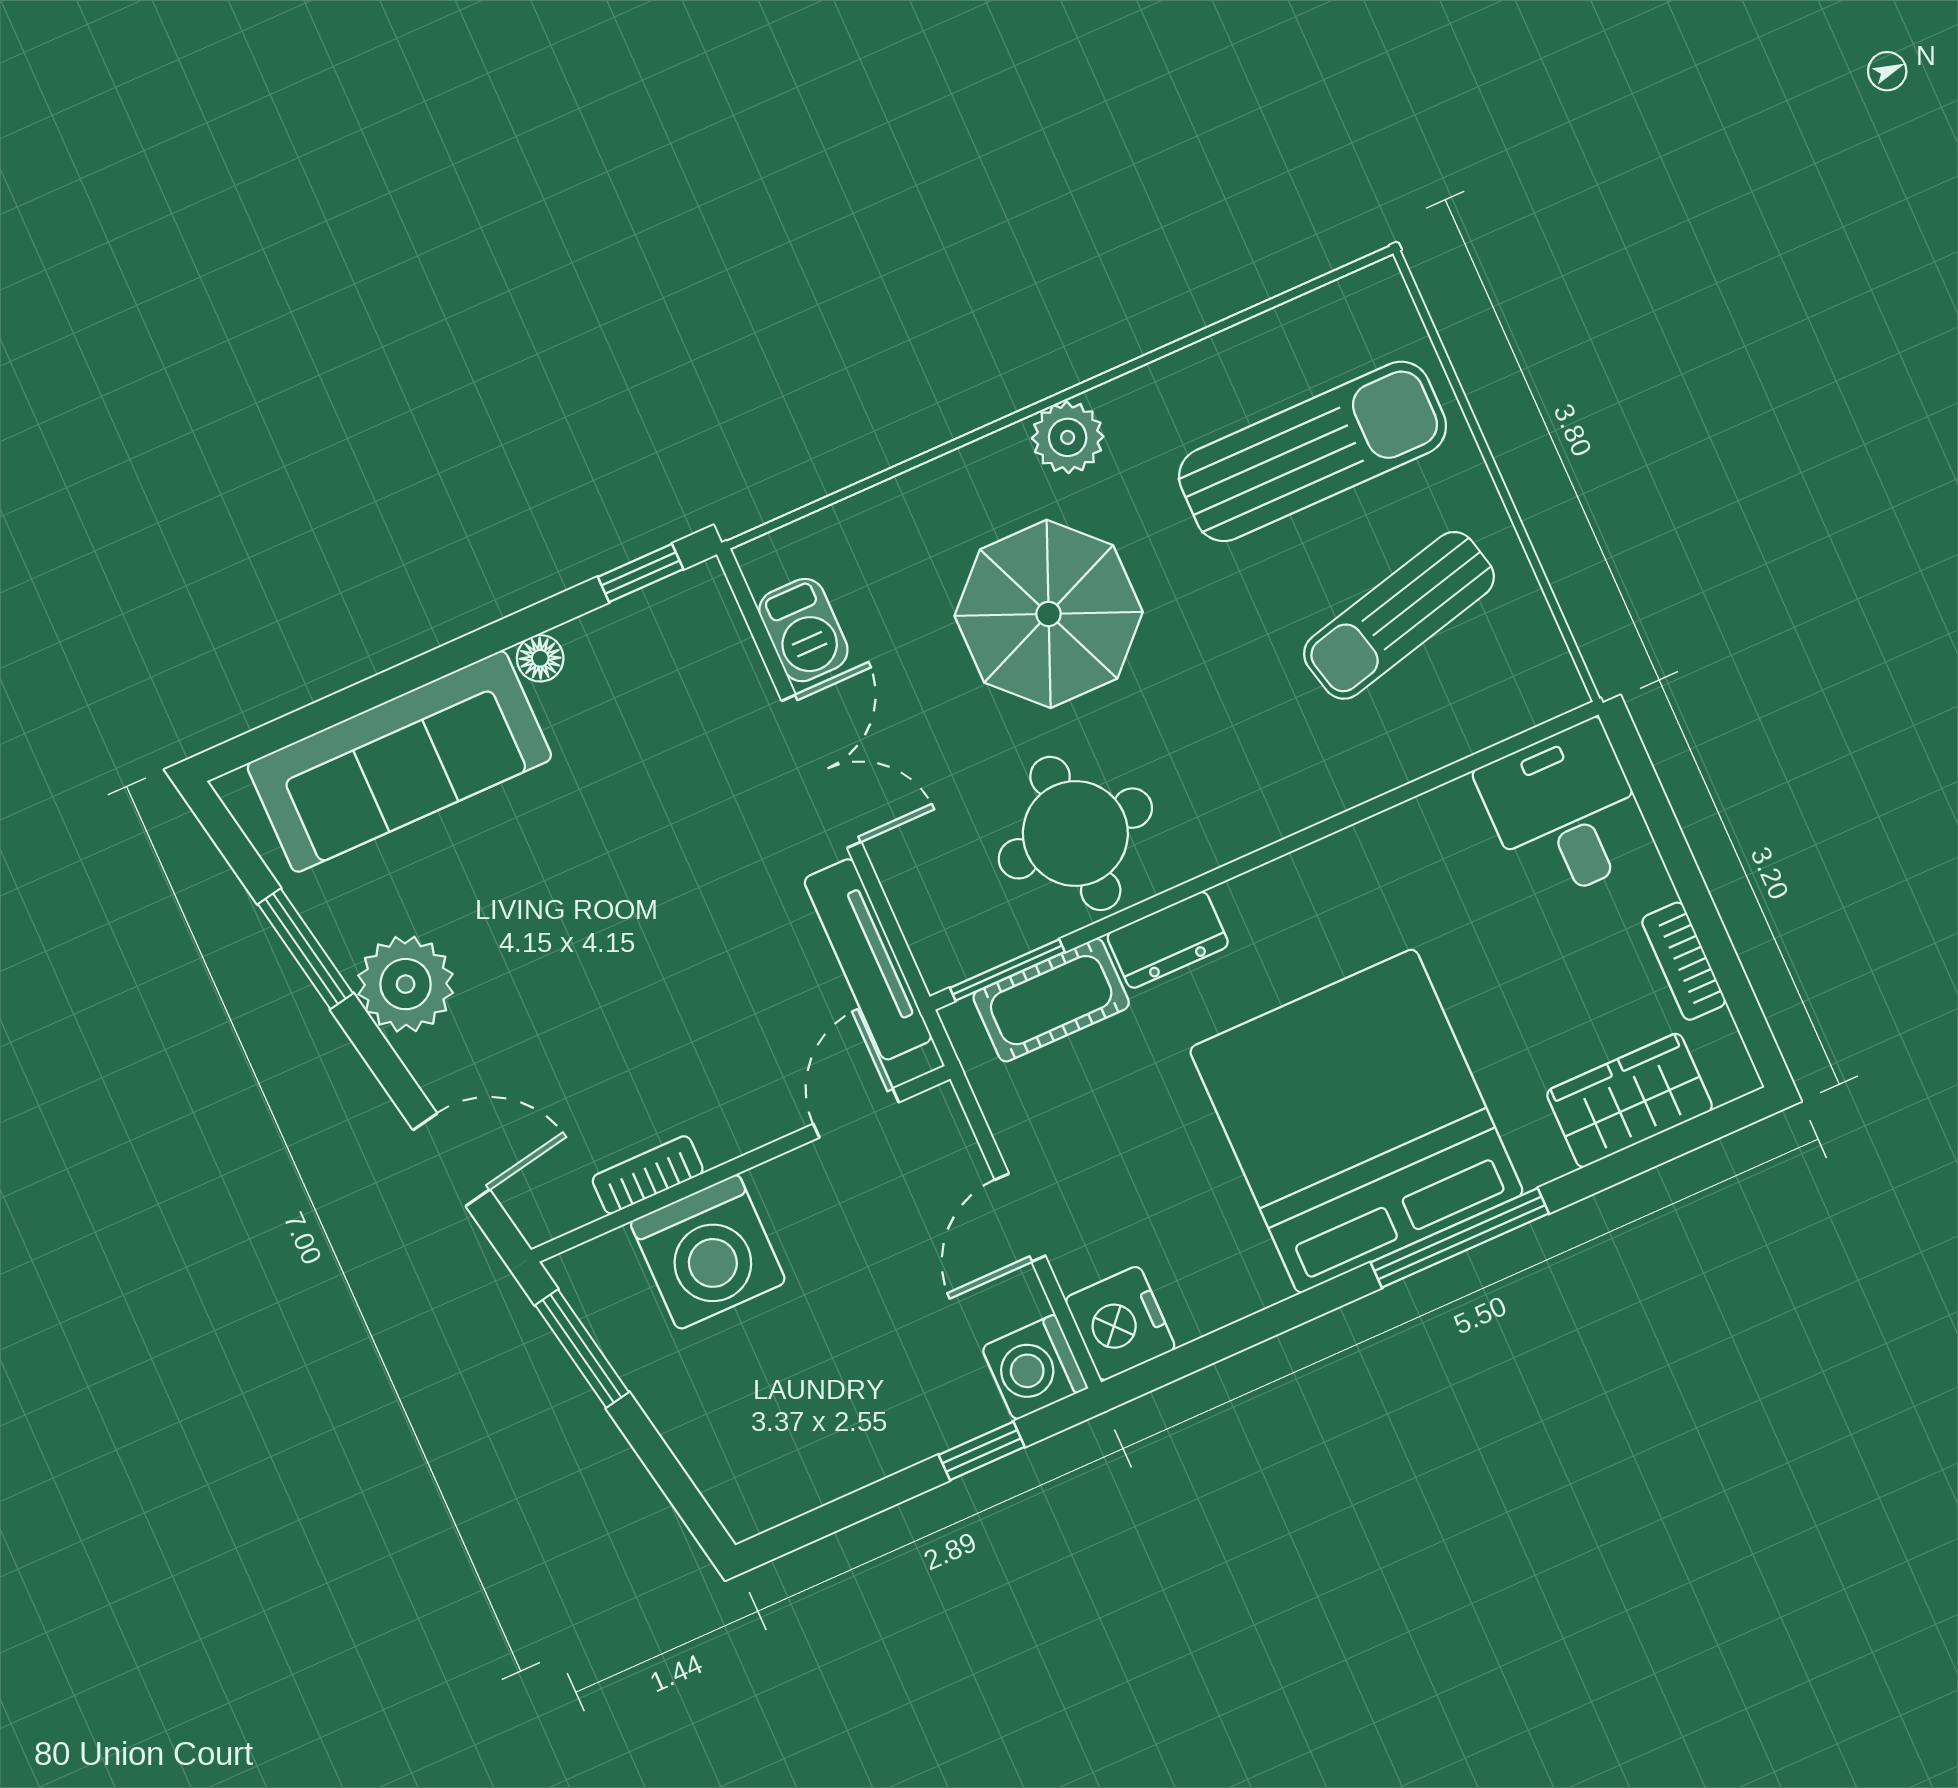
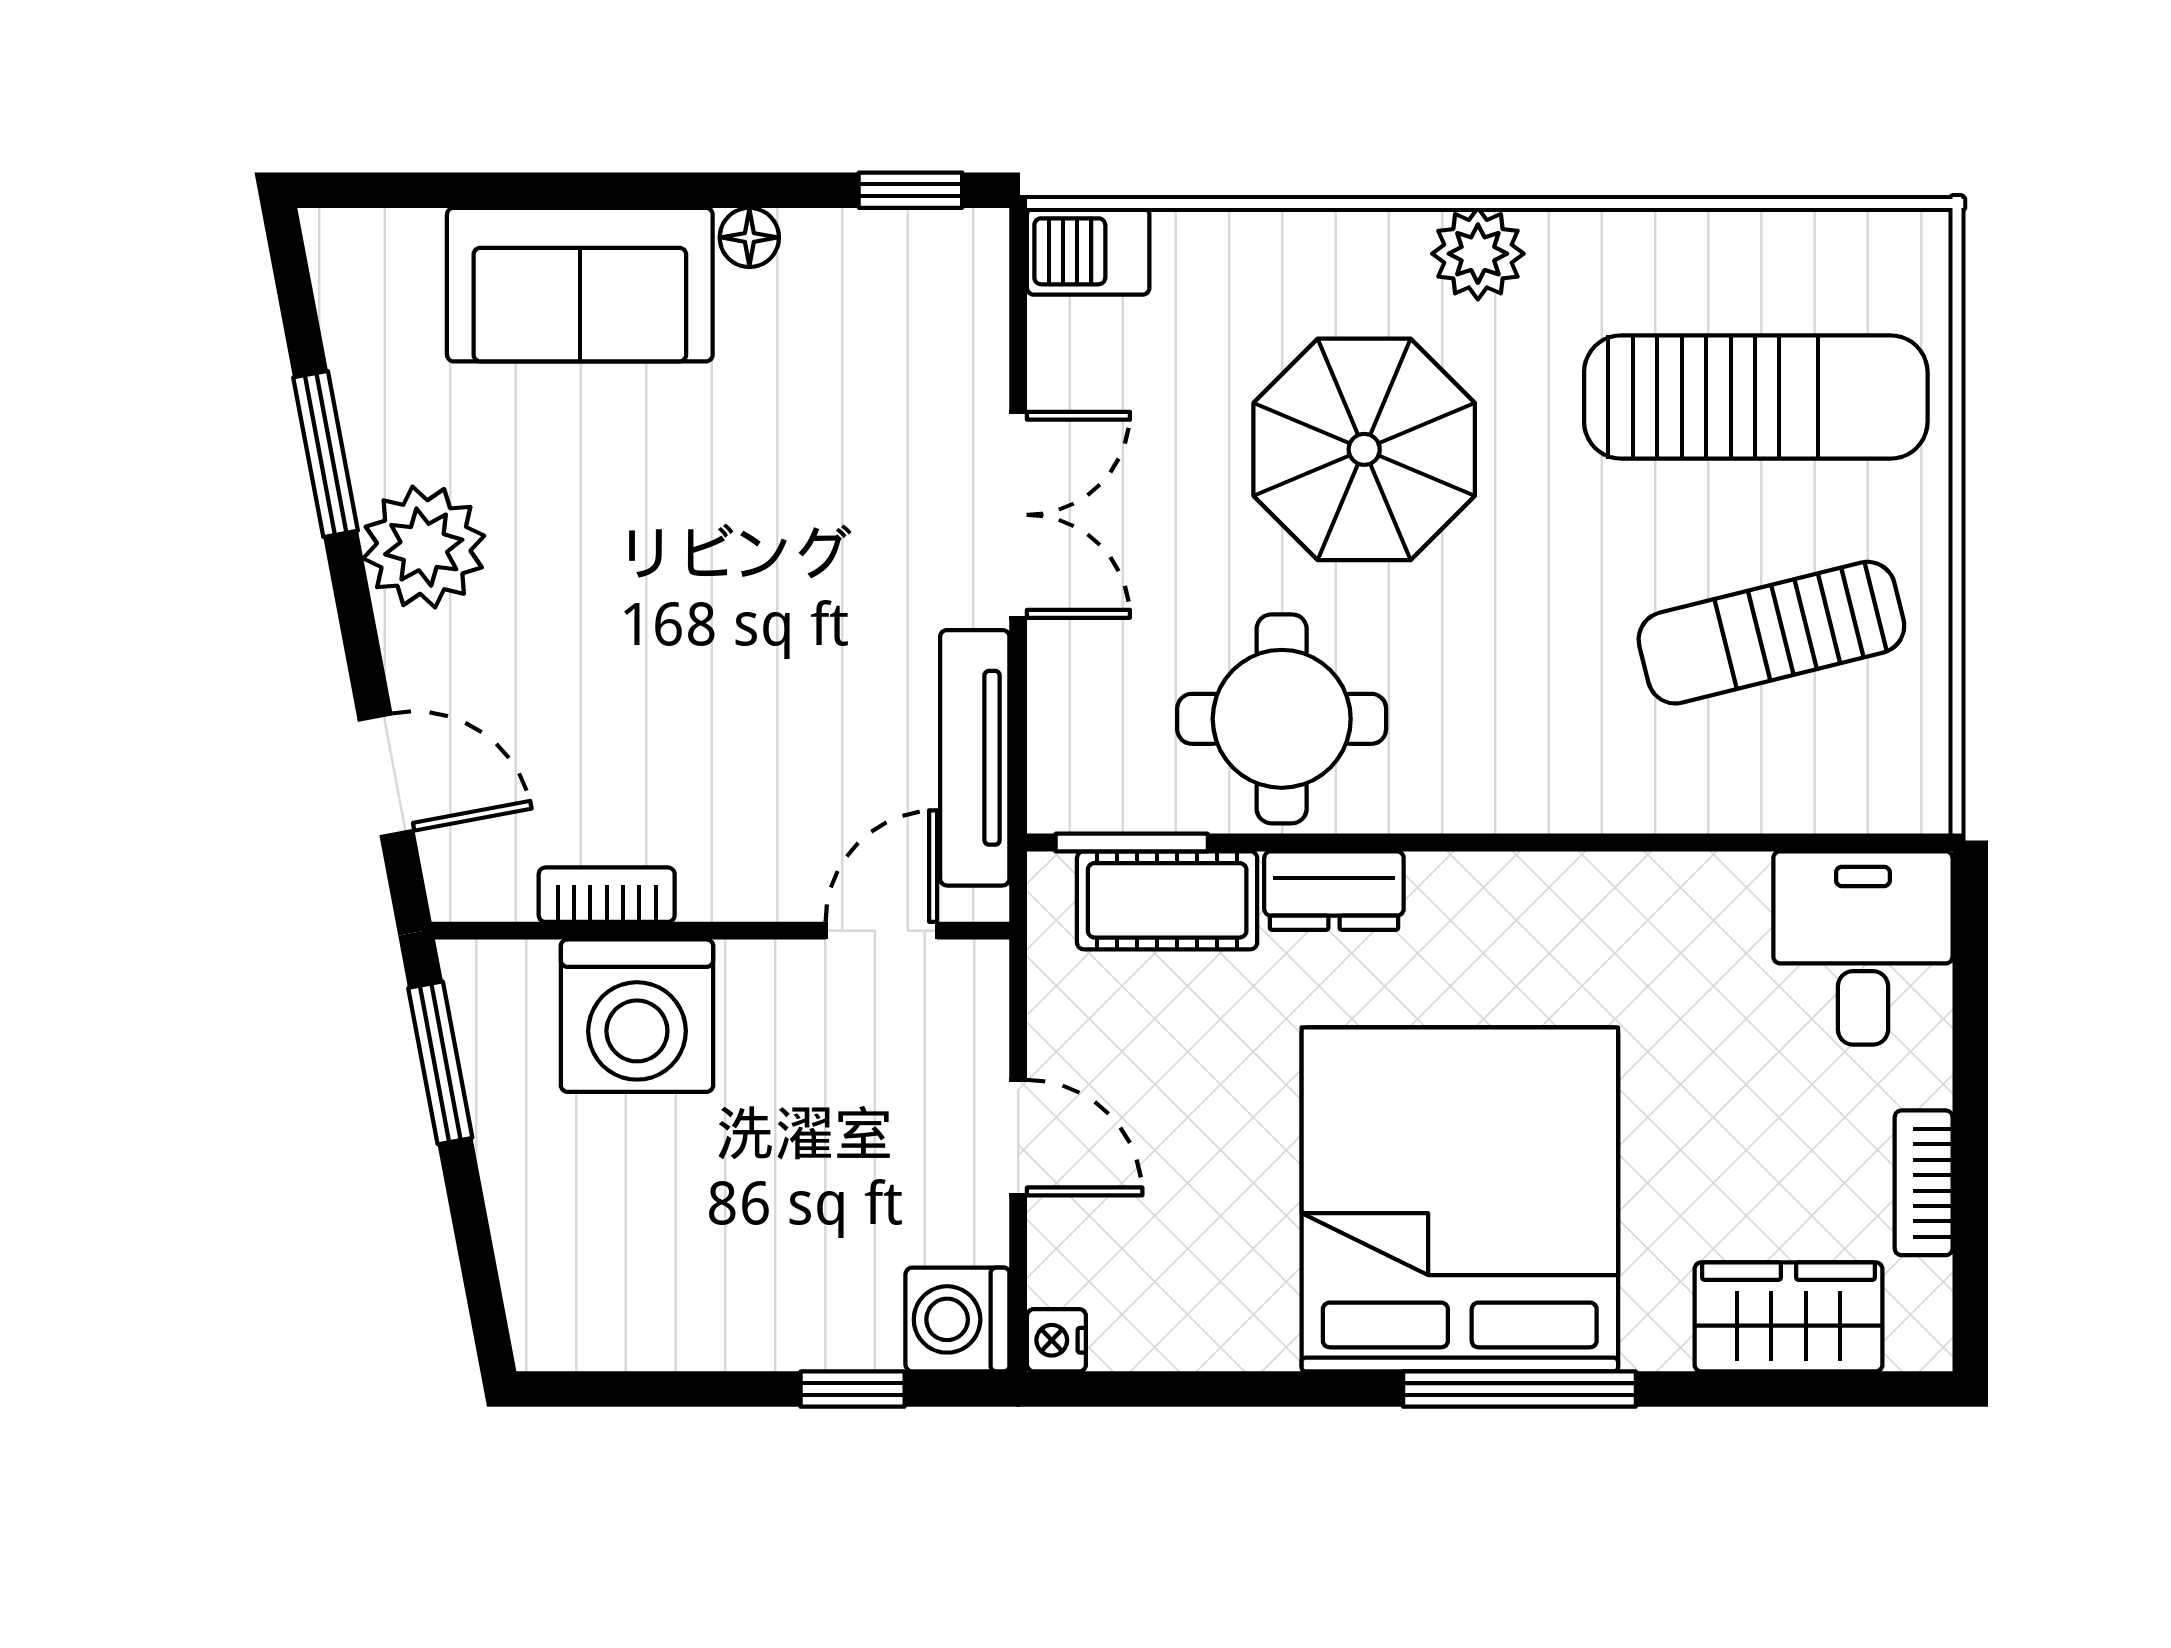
barbecue: (803, 630) -> (1088, 251), moved, turned 90
sofa: (399, 761) -> (580, 285), width x0.73
door: (1020, 1218) -> (1018, 1138), swing flipped
nightstand: (1120, 1323) -> (1056, 1340), width x0.53, depth x0.56

